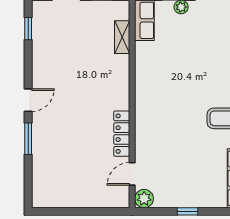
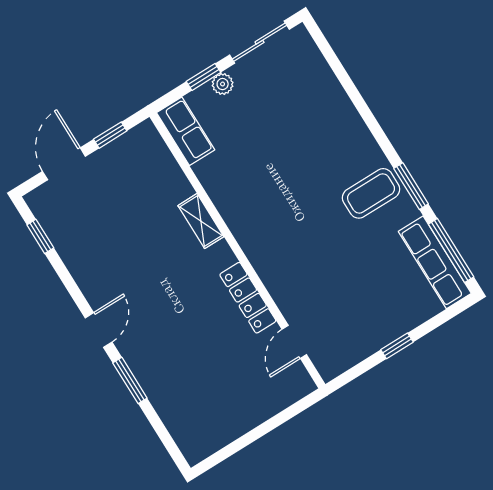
shelving: (122, 37) -> (201, 221), moved
plant: (144, 199) -> (330, 364), removed

